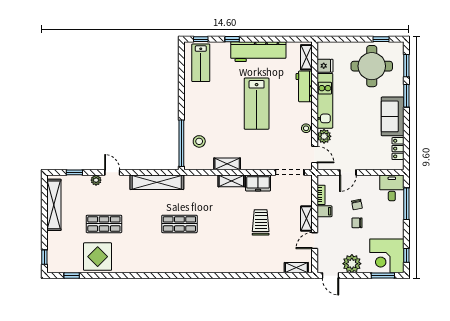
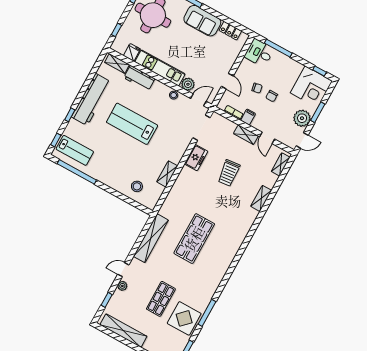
window: (338, 39) -> (117, 30), added
lab bench: (257, 104) -> (132, 124), turned 180
window: (181, 143) -> (77, 172), moved
shelving: (231, 181) -> (261, 198), moved
trolley: (261, 222) -> (229, 173), turned -96
shop shelf: (179, 224) -> (194, 239), width x1.43, depth x1.36
window: (115, 276) -> (207, 313), added
window: (383, 276) -> (318, 112), moved

